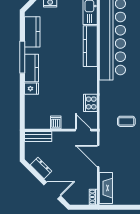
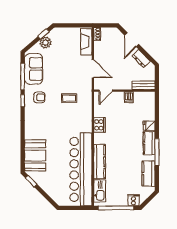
cooker: (90, 103) -> (100, 125), moved
door: (83, 130) -> (106, 91), hinge flipped
door: (52, 190) -> (132, 40), hinge flipped

